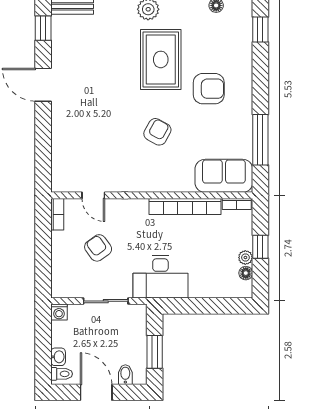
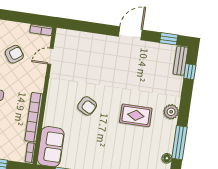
rug: (161, 59) -> (136, 115), width x0.73, depth x0.70
armchair: (209, 89) -> (111, 145), removed

